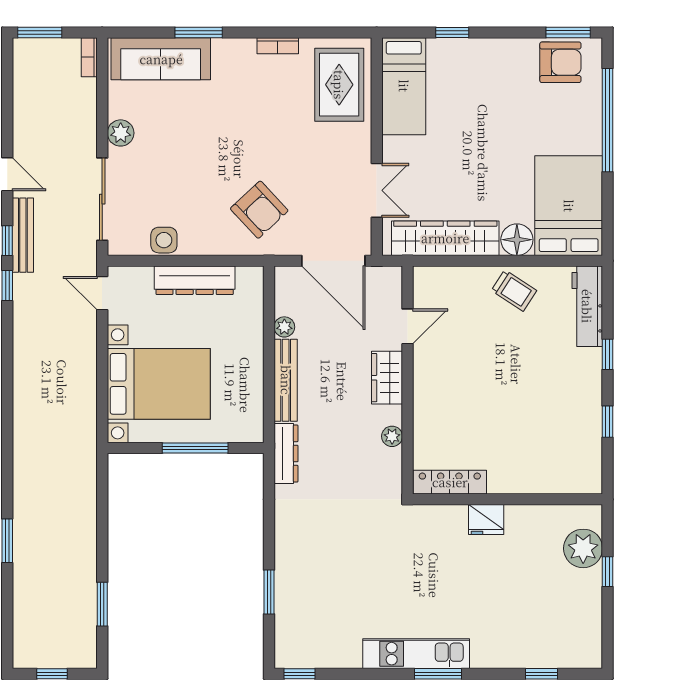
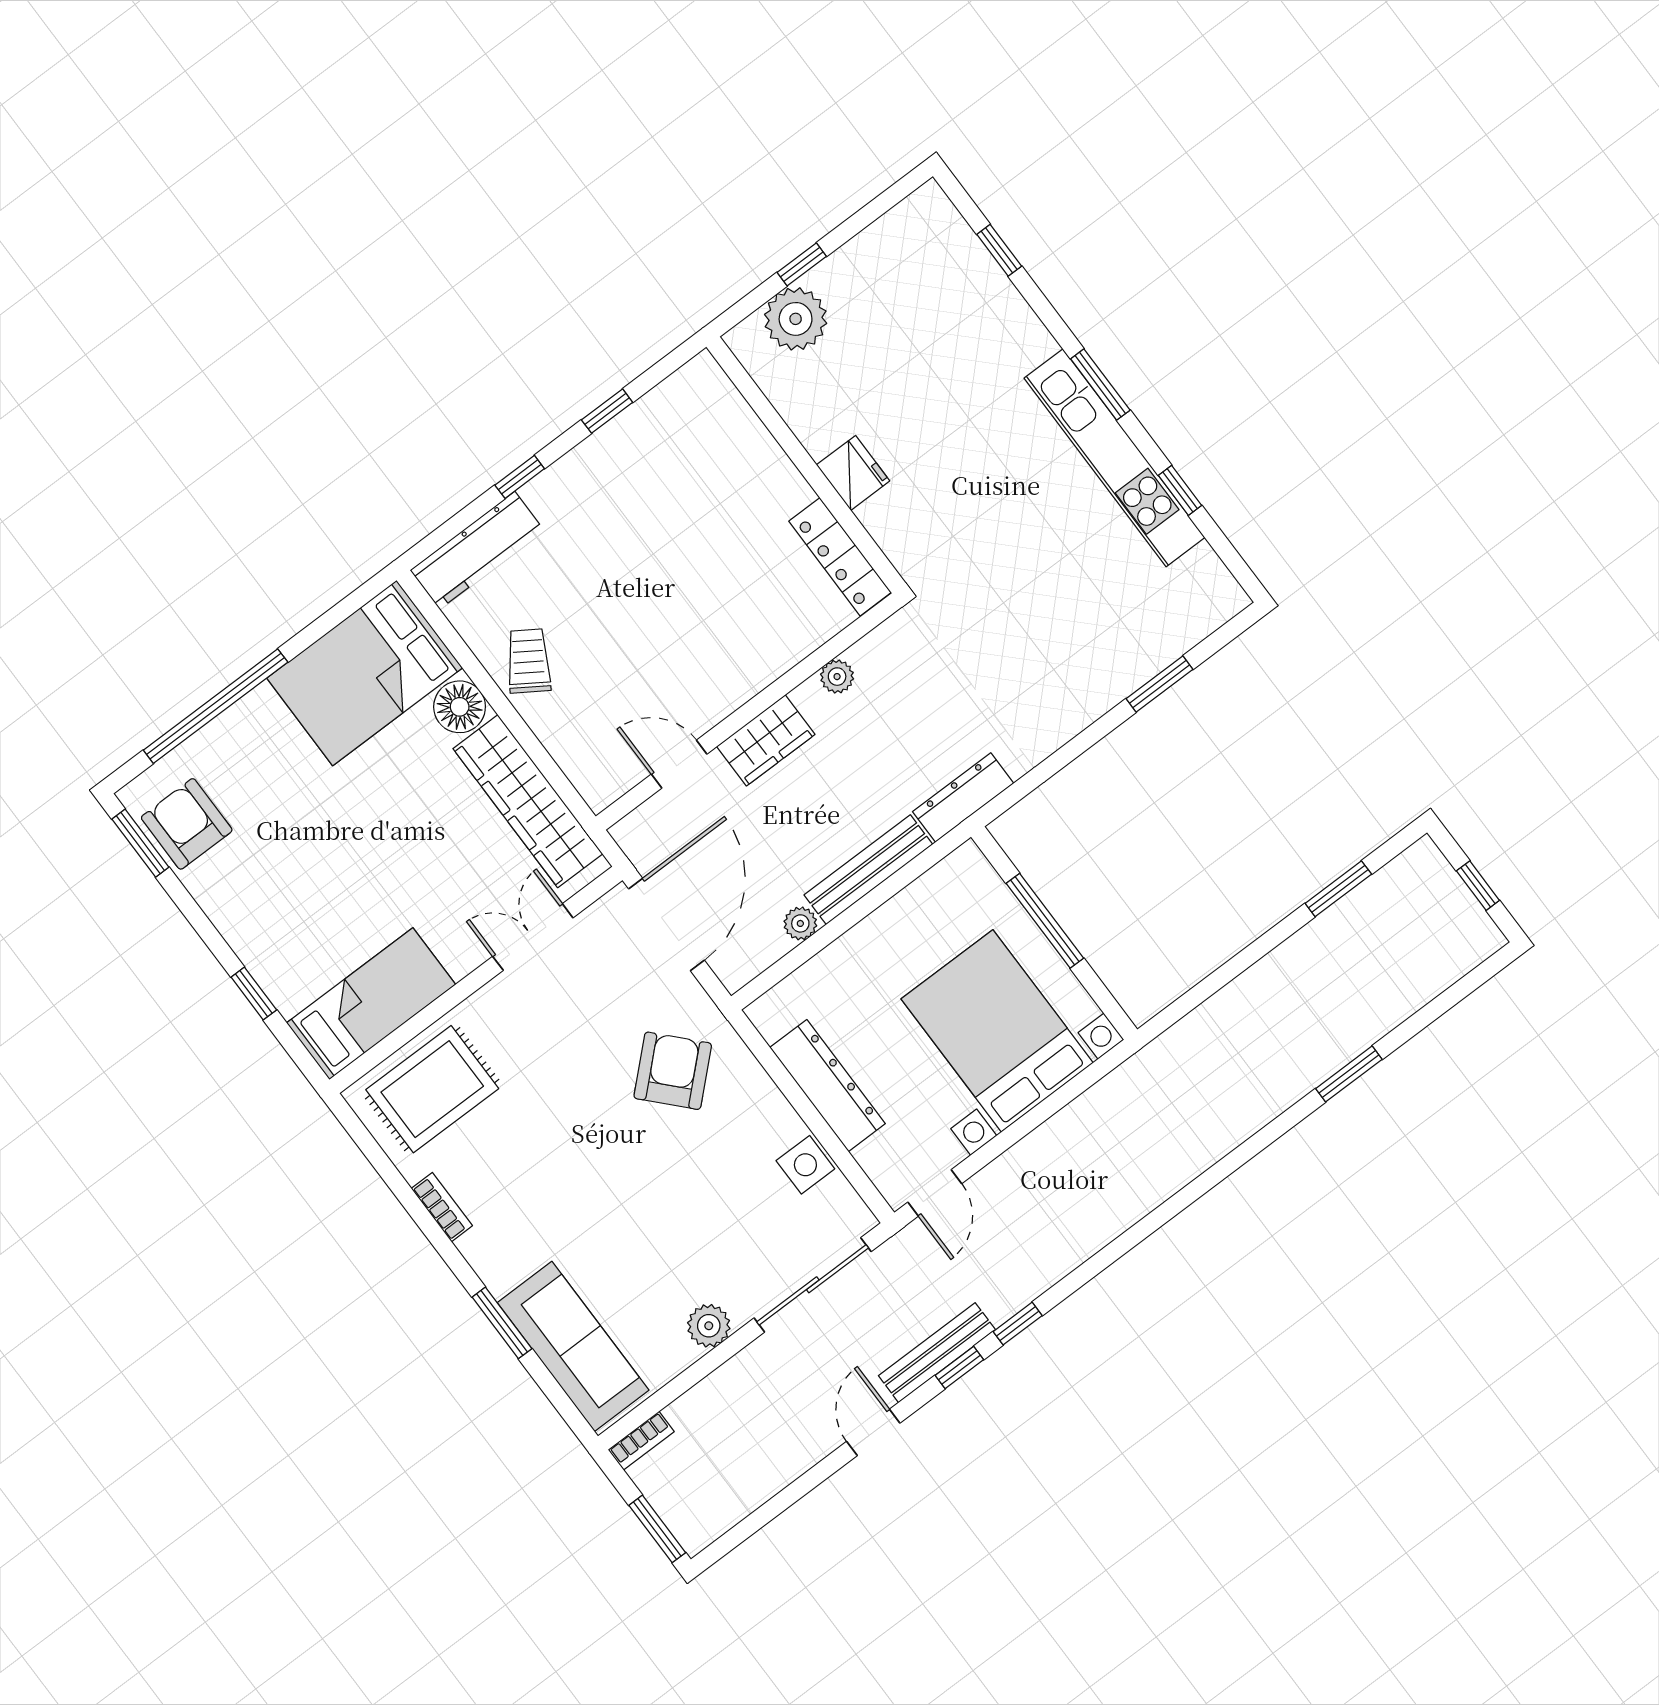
kitchen unit: (416, 654) -> (1115, 458), width x1.36
window: (299, 674) -> (1180, 490), moved

